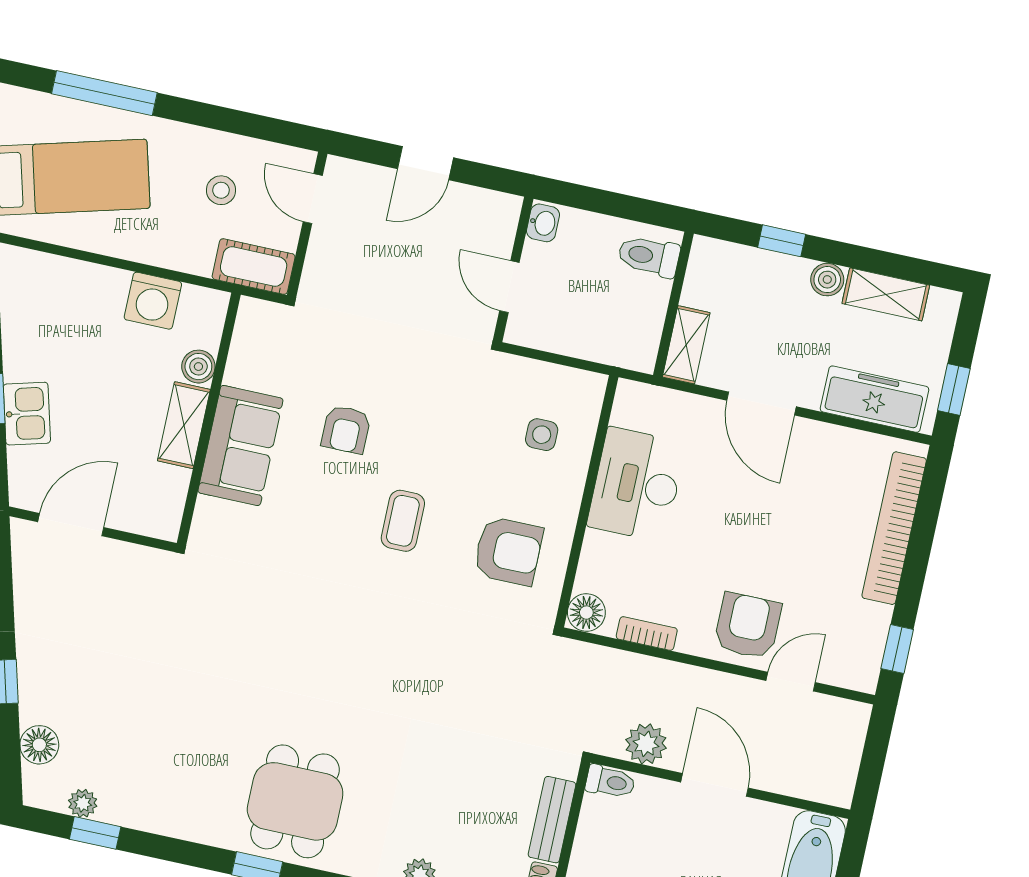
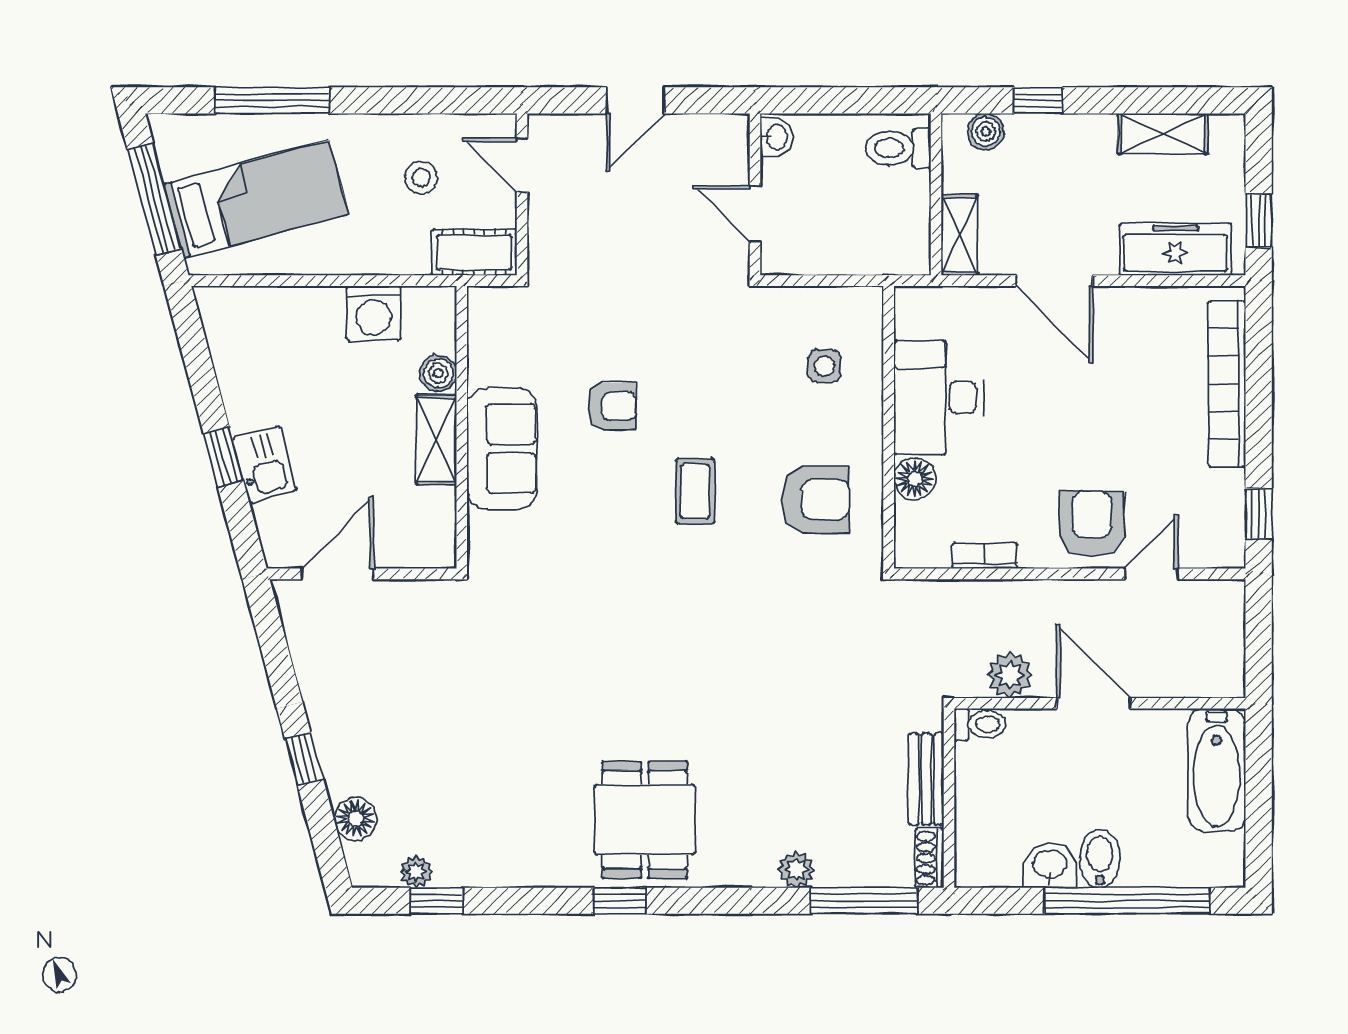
boiler: (827, 280) -> (986, 131), moved
armchair: (346, 429) -> (612, 406), turned -92
floor lamp: (586, 613) -> (915, 479), moved

